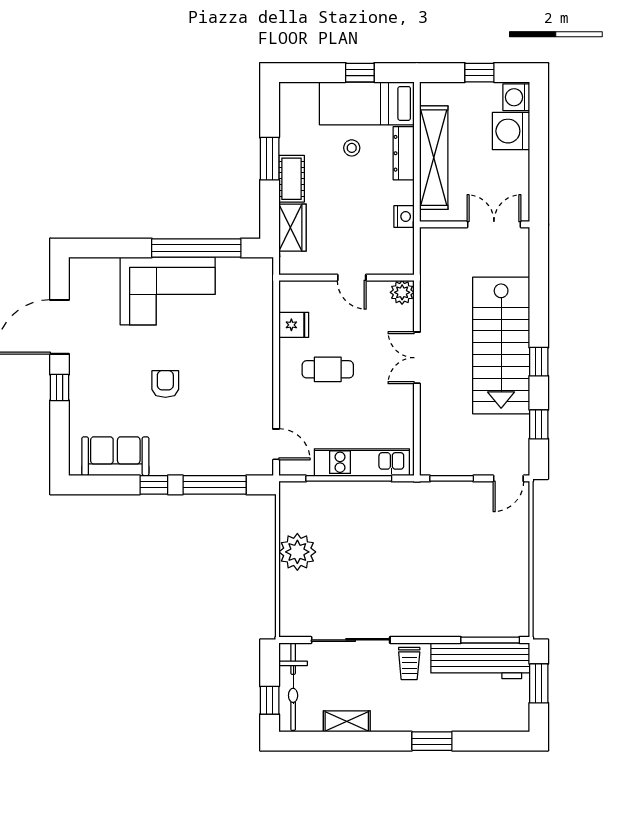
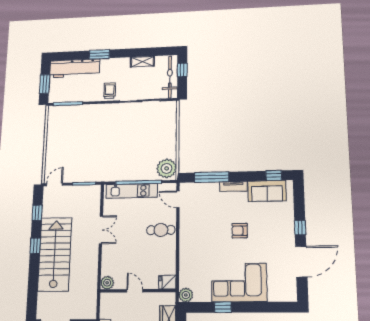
window: (196, 248) -> (223, 307), width x0.32
plant: (261, 270) -> (186, 295), added
fridge: (294, 325) -> (167, 282), moved
double door: (417, 358) -> (101, 230), moved
cafe table: (328, 369) -> (161, 230), moved
armchair: (165, 384) -> (240, 231), turned 90
tv unit: (176, 466) -> (233, 186), added
window: (154, 485) -> (274, 176), moved
plant: (297, 552) -> (167, 168), moved
workbench: (480, 661) -> (75, 68), moved, turned 180

